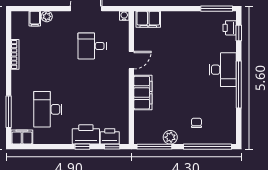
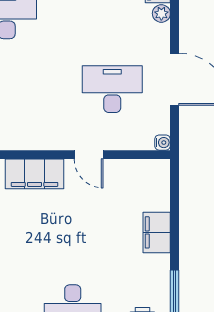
filing cabinet: (148, 19) -> (157, 232), moved
desk: (92, 46) -> (112, 89), width x1.37

